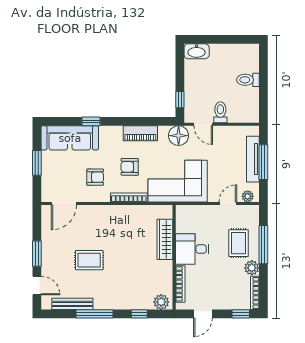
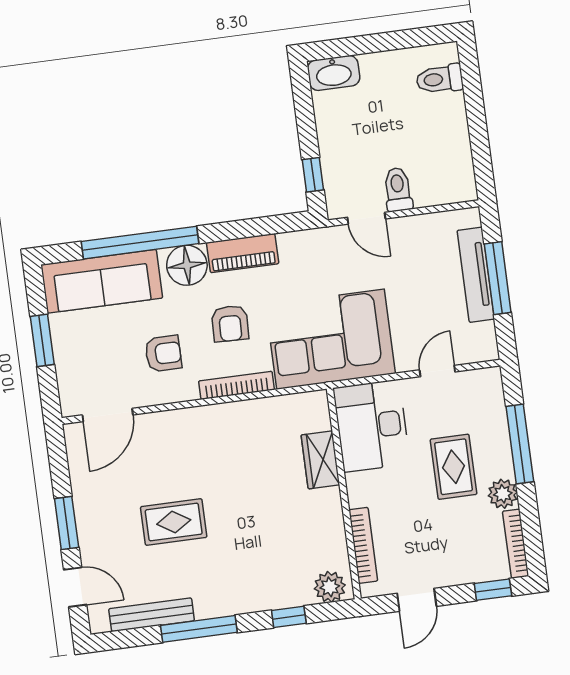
toilet: (248, 80) -> (440, 79), moved
window: (91, 121) -> (140, 243), width x3.17
floor lamp: (179, 136) -> (187, 265), moved
armchair: (130, 167) -> (230, 323), turned -88
plant: (248, 196) -> (475, 351), removed
wardrobe: (165, 239) -> (320, 460), width x0.67
rug: (238, 243) -> (454, 467), moved
desk: (192, 249) -> (372, 426), moved, width x1.37

